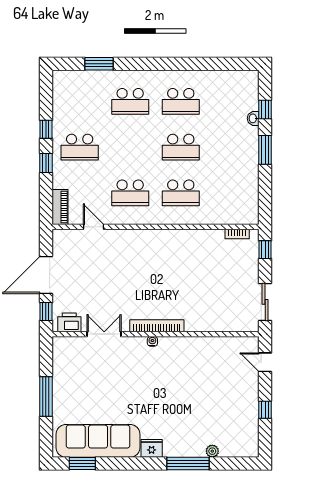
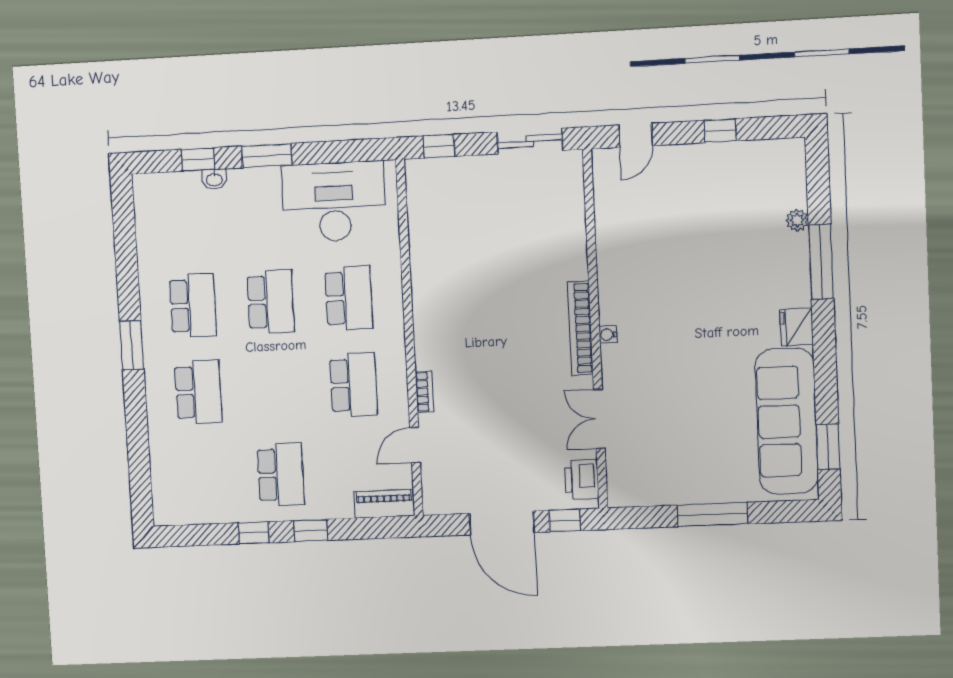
window: (99, 64) -> (132, 345), moved
desk: (237, 187) -> (334, 202), added
bookcase: (237, 234) -> (424, 392), moved

